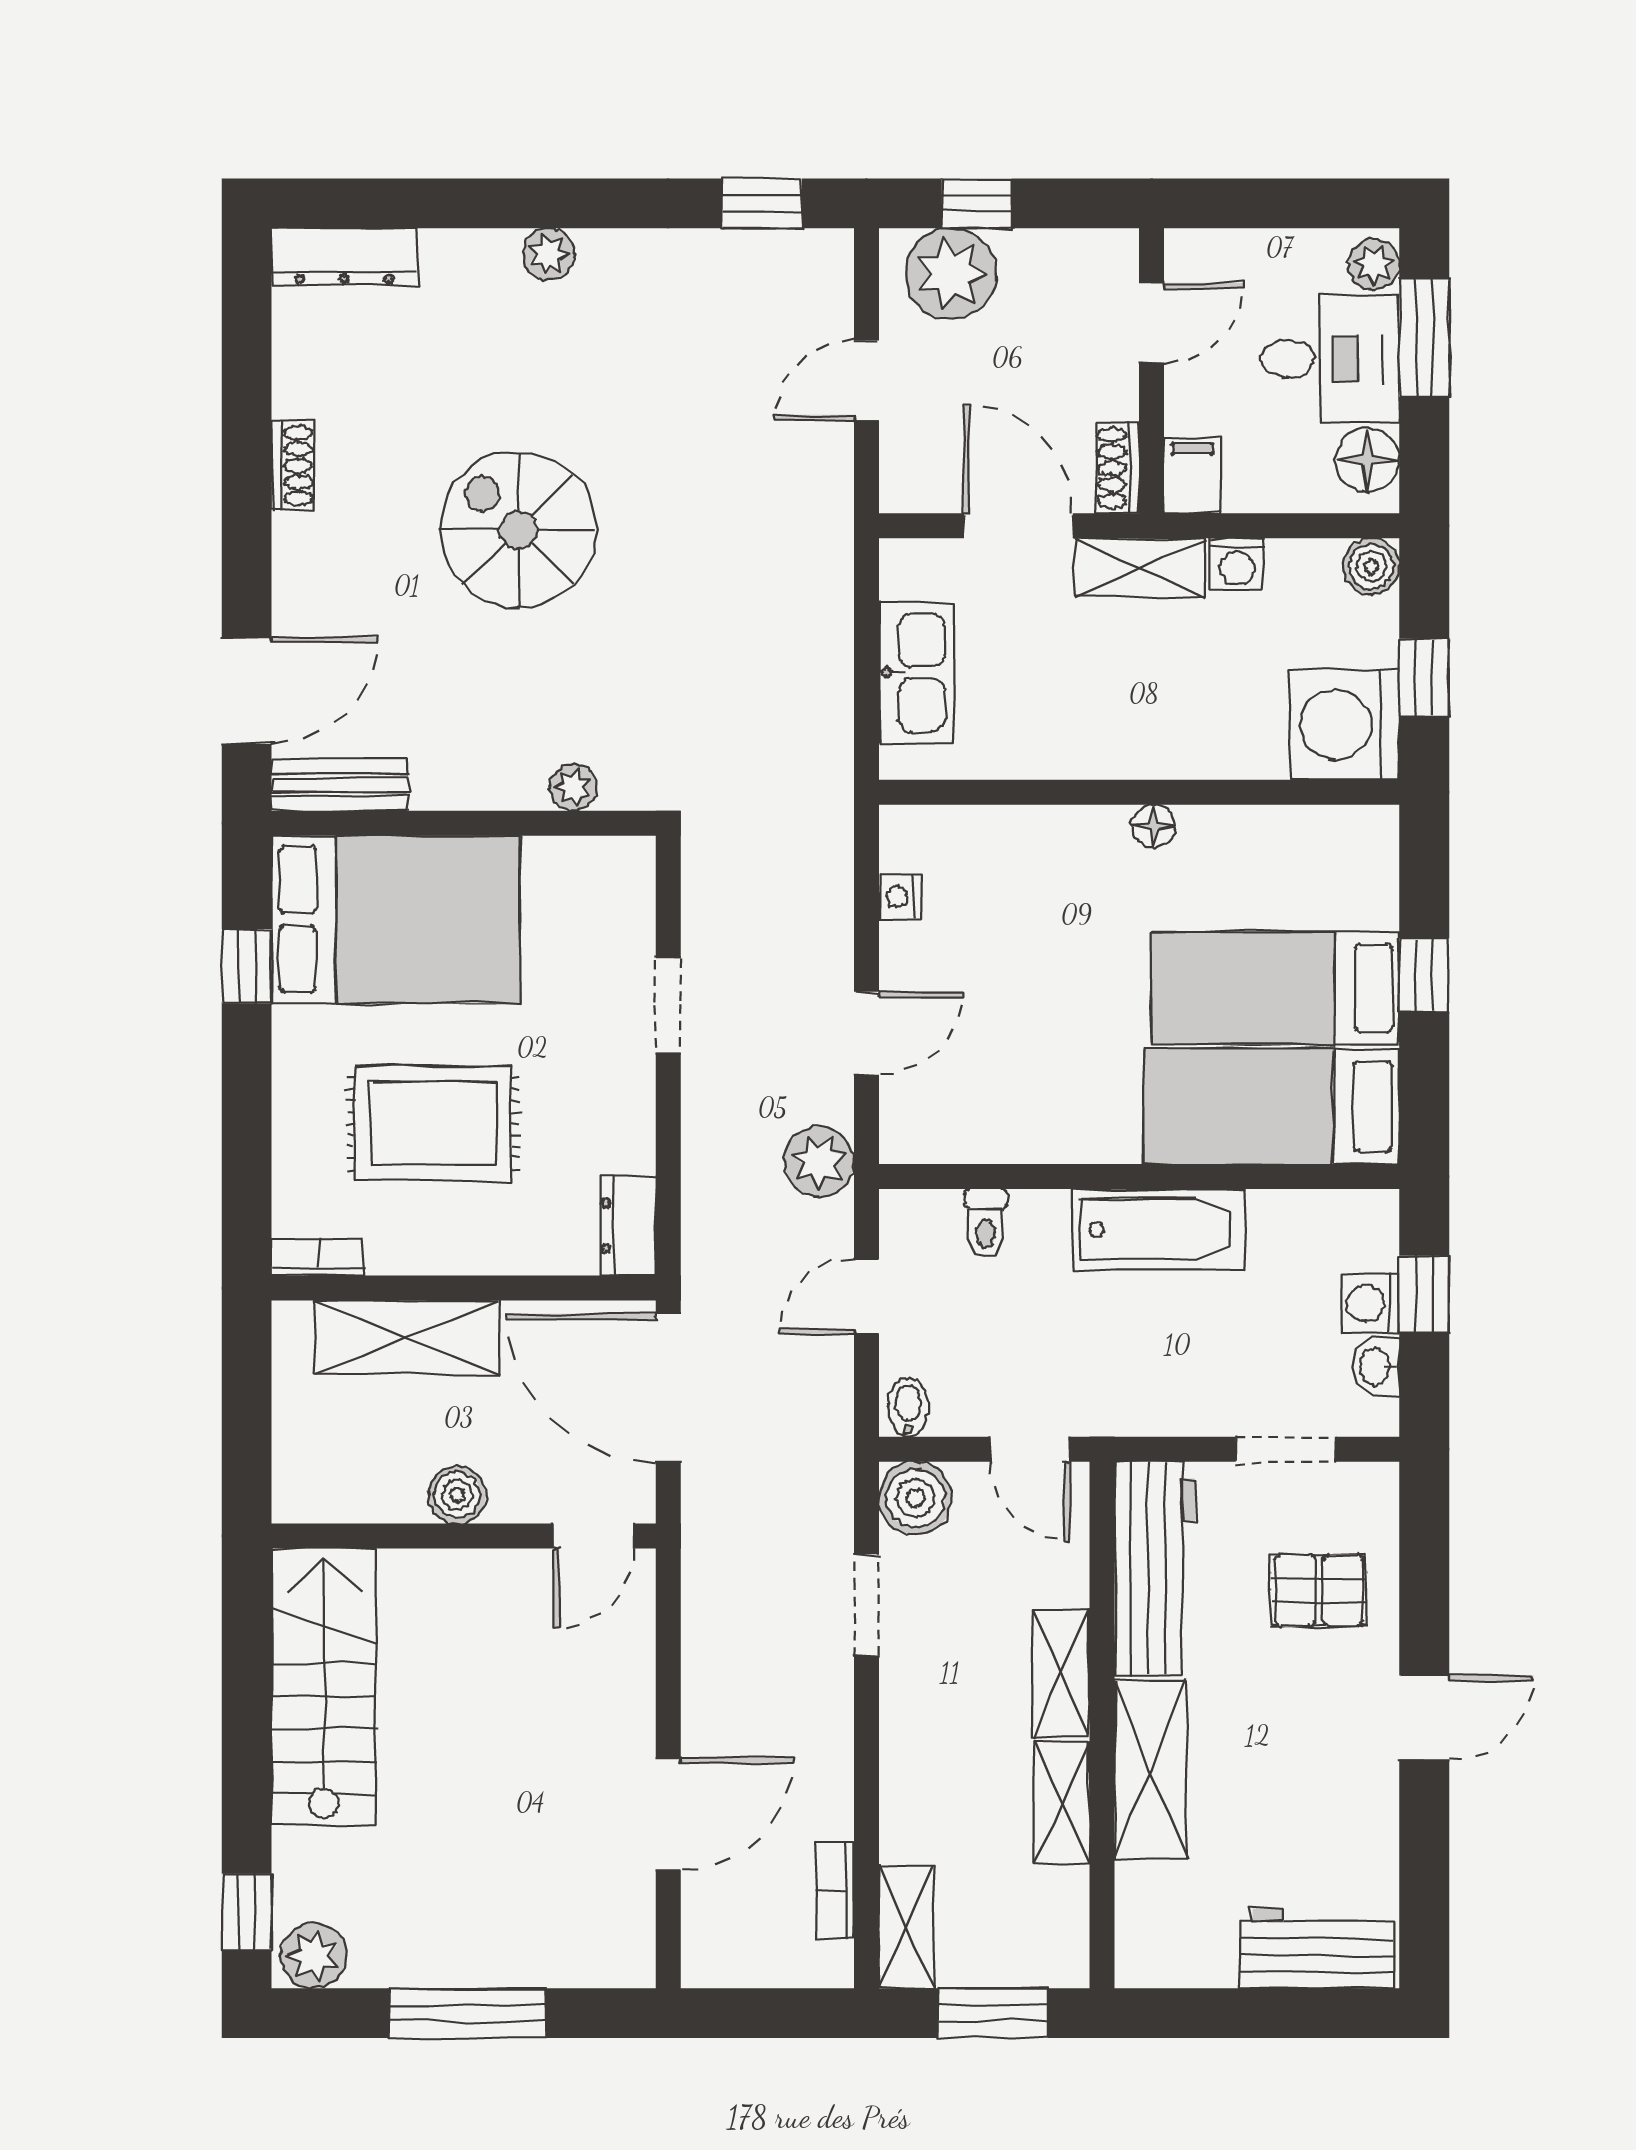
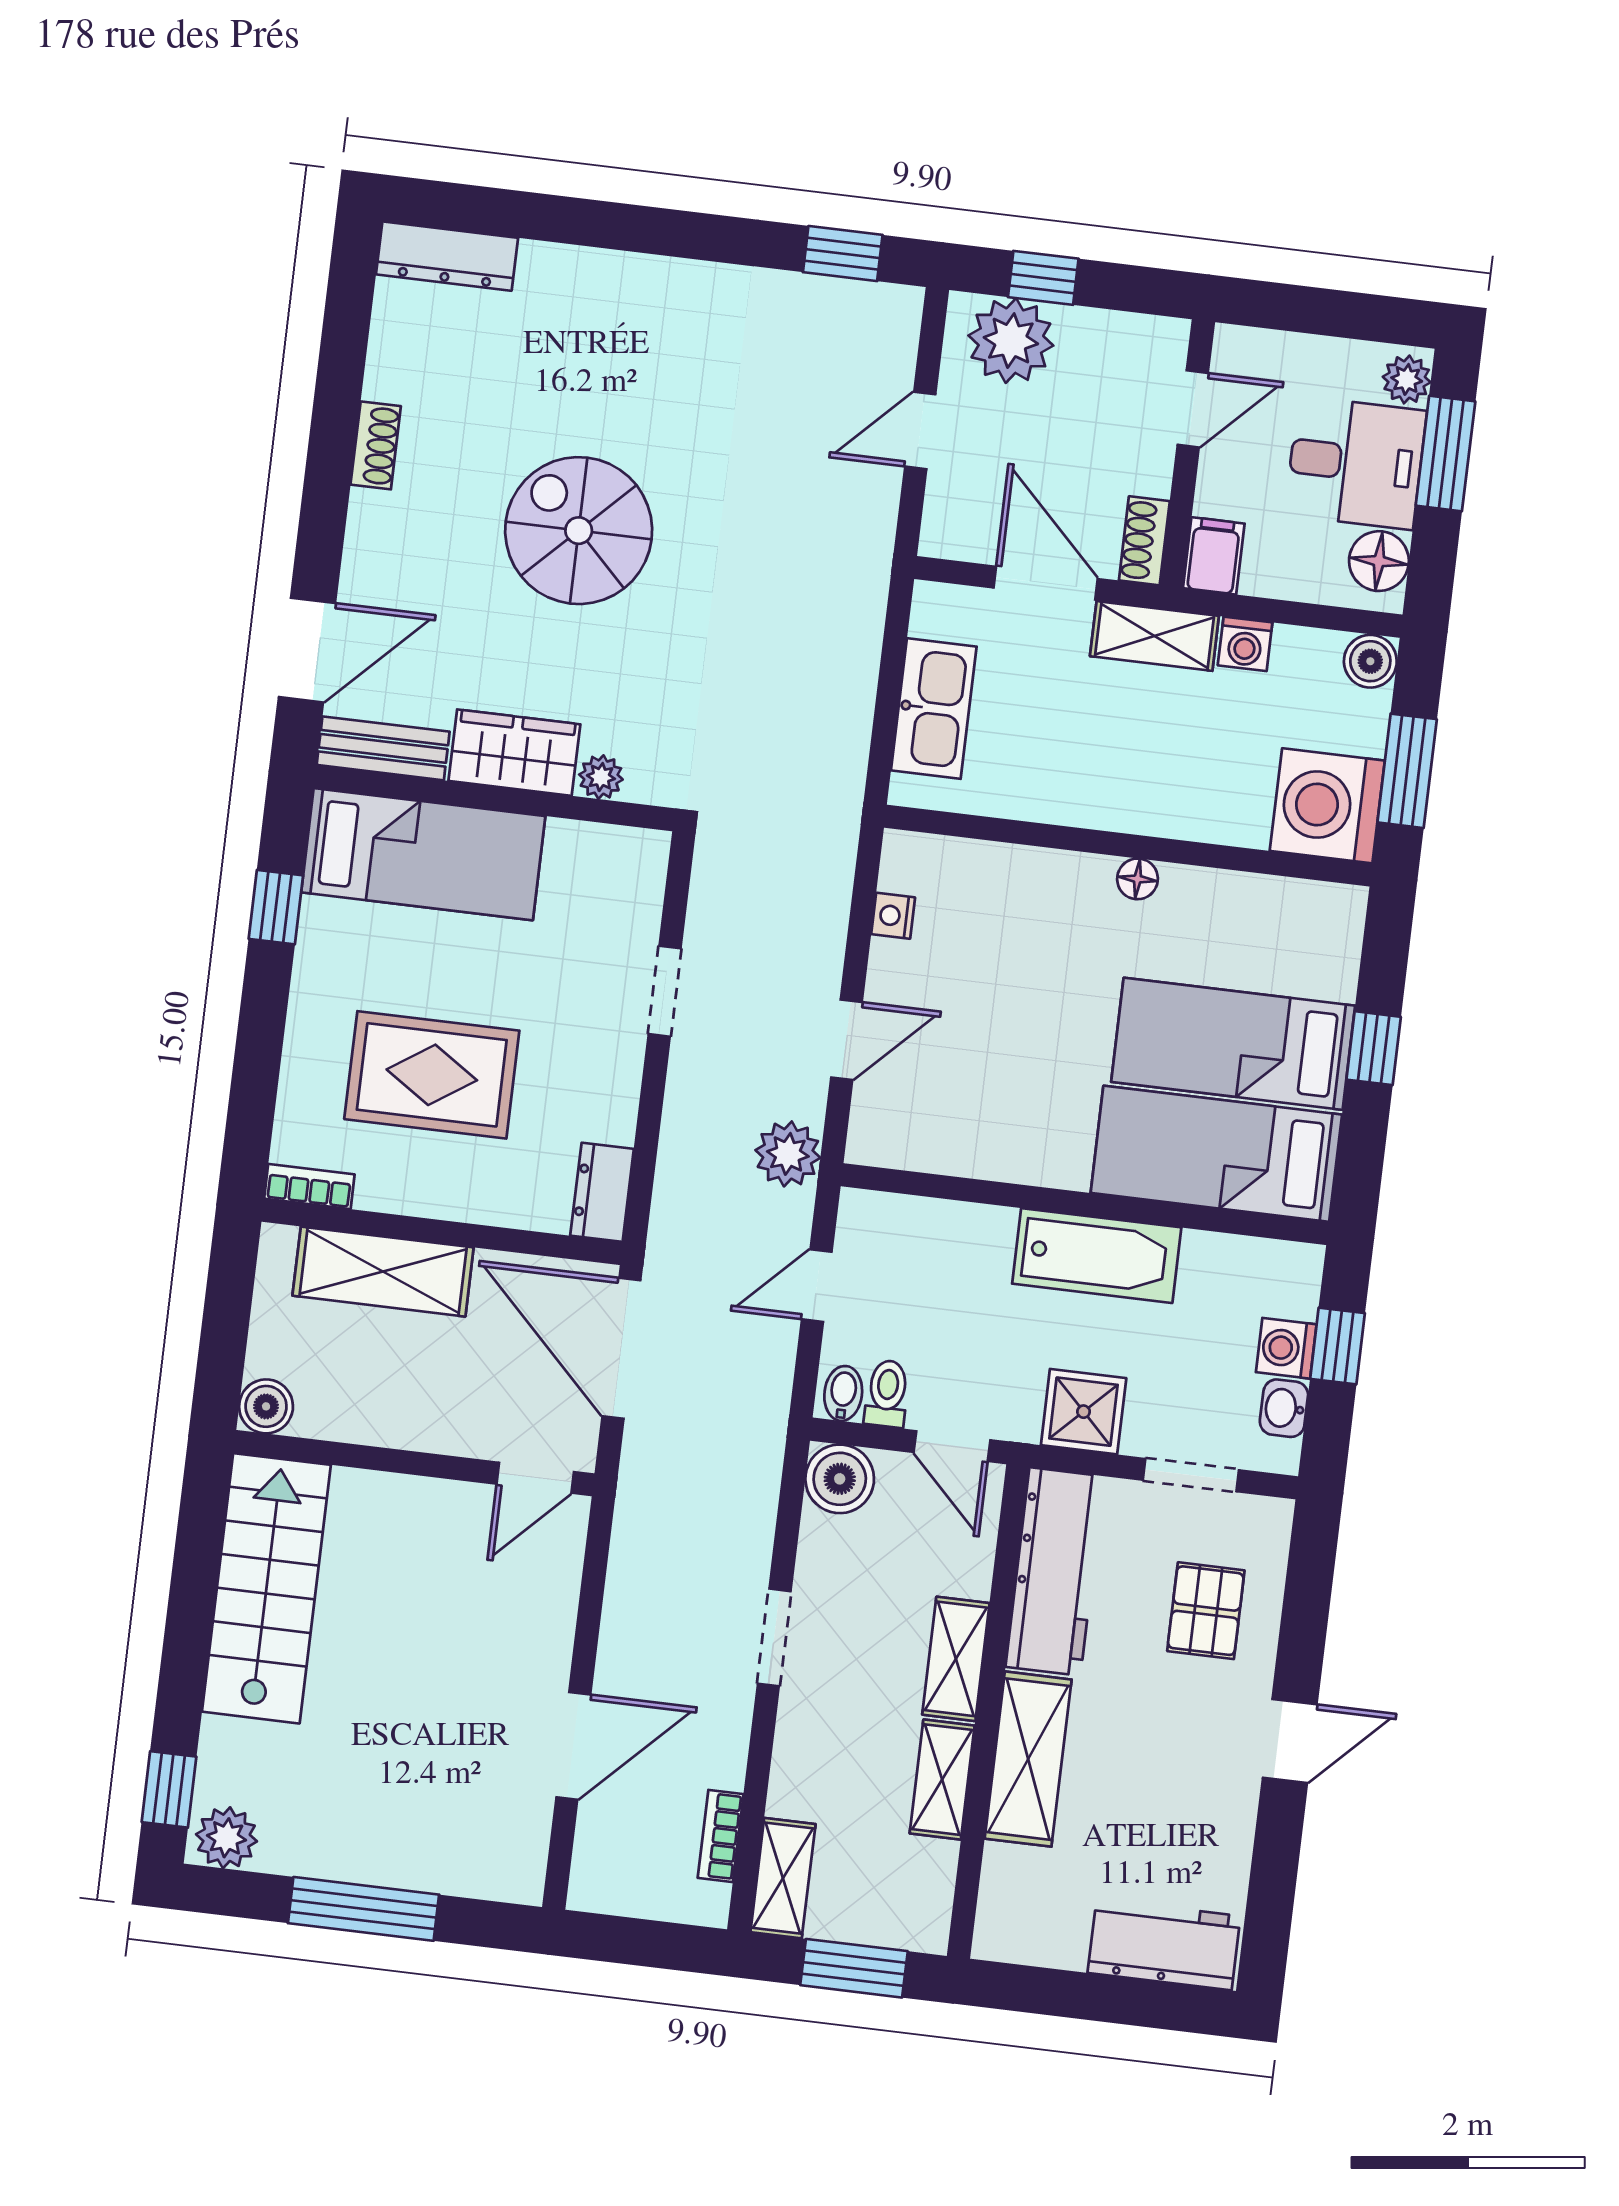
plant: (549, 254) -> (638, 277), removed
window: (1424, 678) -> (1407, 771), width x1.50
wardrobe: (479, 772) -> (514, 753), added
bed: (396, 919) -> (423, 854), width x0.67
toilet: (985, 1224) -> (887, 1394), moved, turned 180
shower: (1164, 1396) -> (1084, 1412), added
boiler: (457, 1495) -> (266, 1406), moved
pallet: (1319, 1591) -> (1206, 1611), turned 90
doorway: (866, 1605) -> (774, 1637), moved

